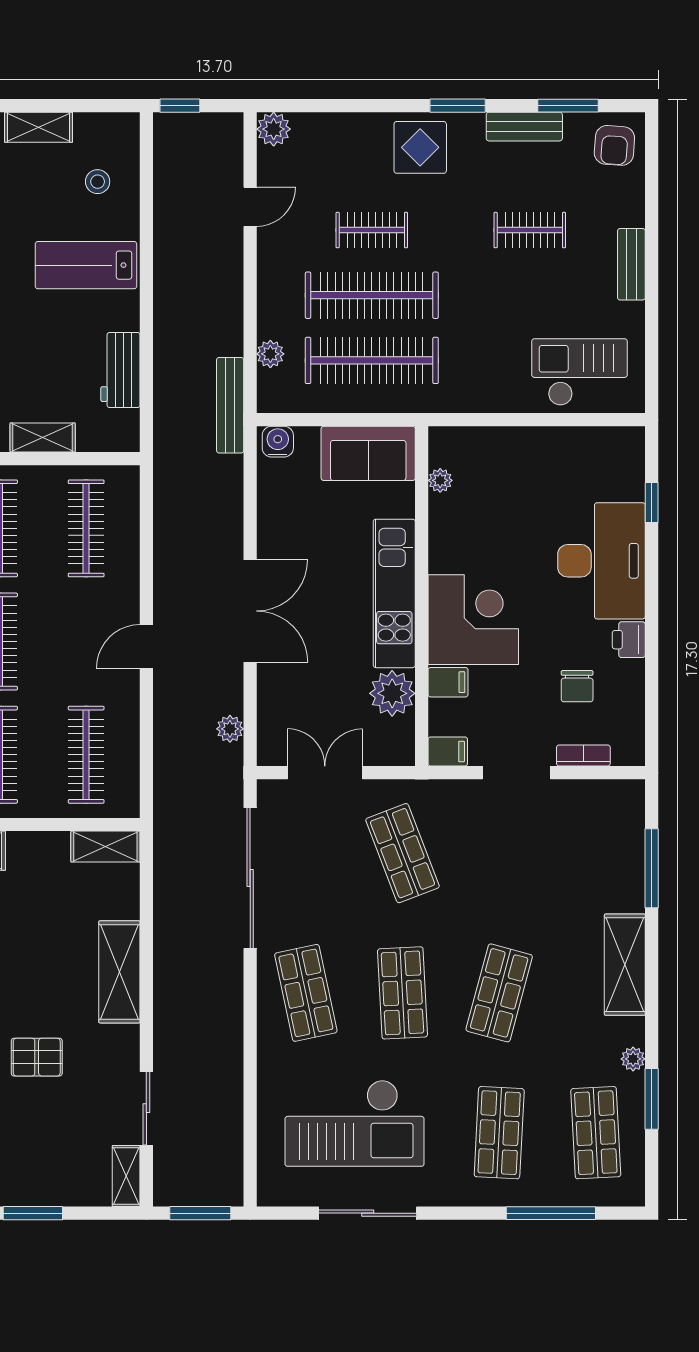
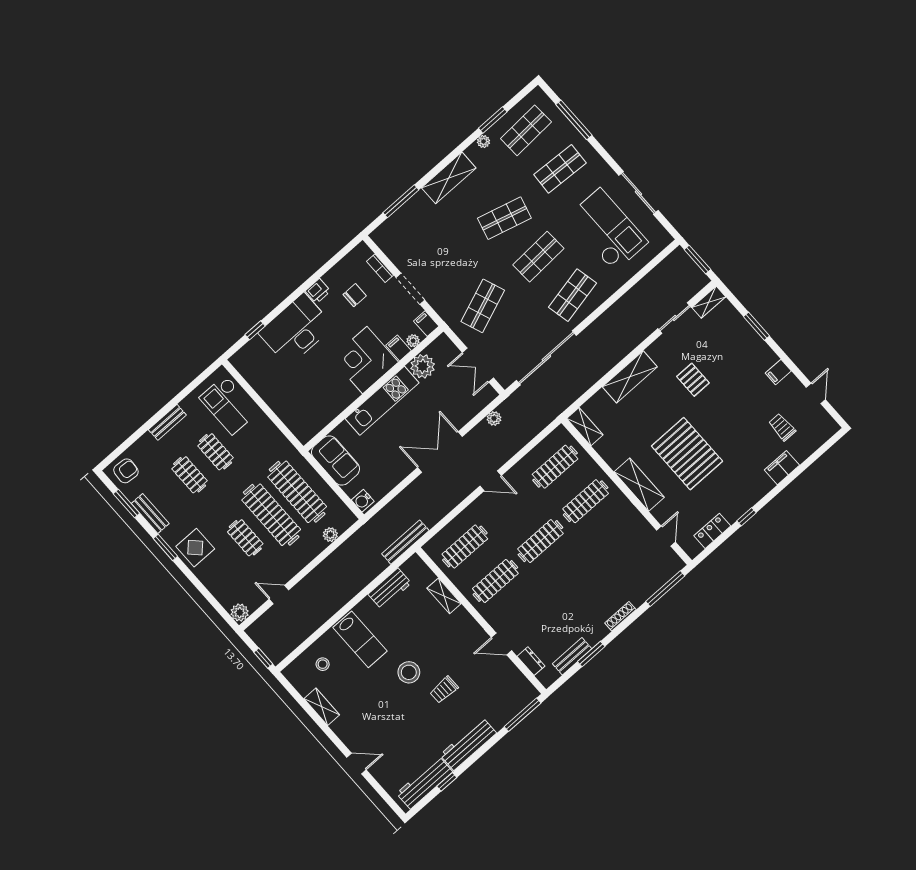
clothes rail: (530, 295) -> (215, 452), added
bench: (230, 405) -> (405, 542), moved
plant: (440, 480) -> (413, 341), moved

